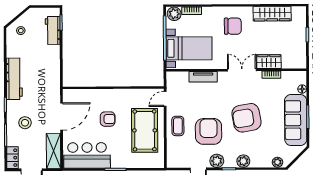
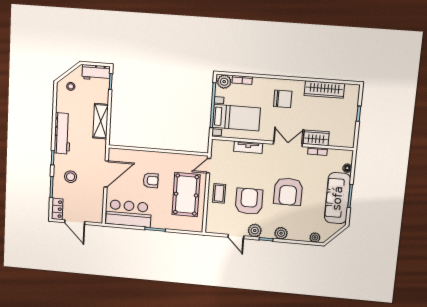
workbench: (53, 30) -> (96, 73), moved, turned -90
armchair: (246, 118) -> (288, 192), turned -80
shelving: (53, 151) -> (101, 121), moved

